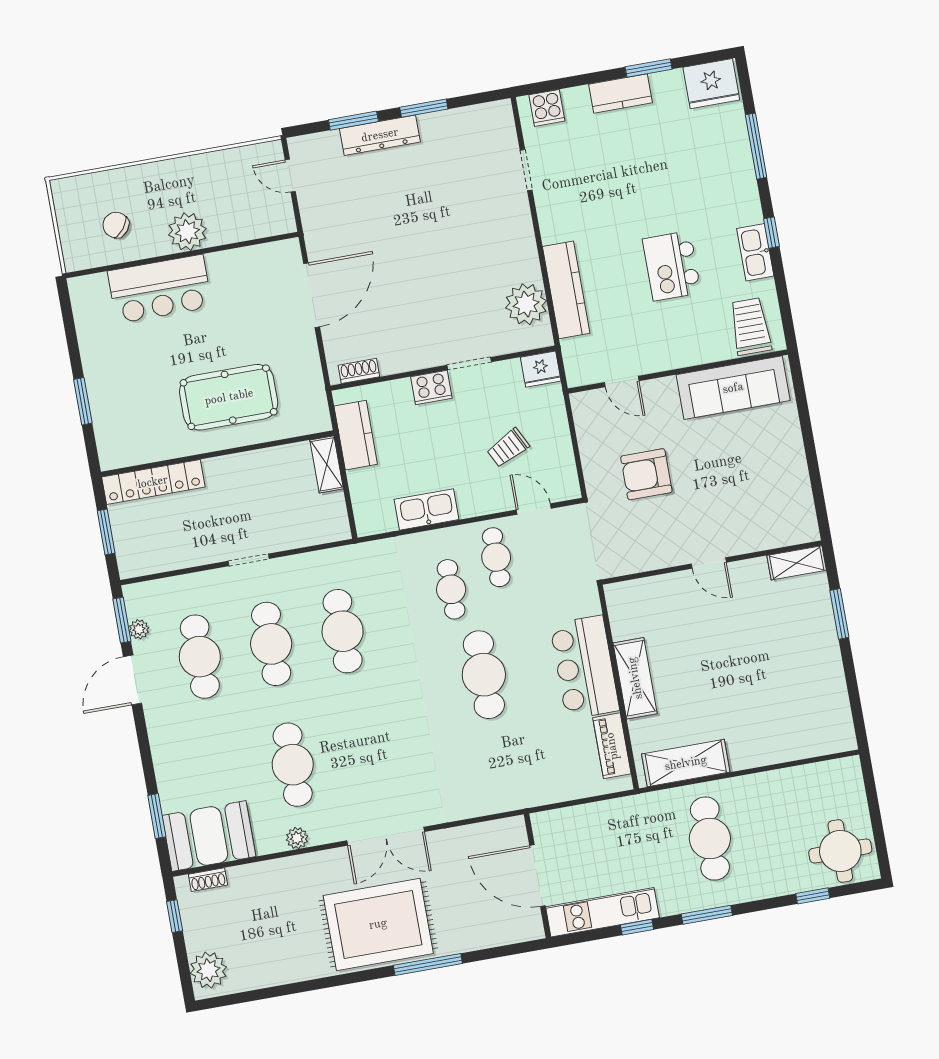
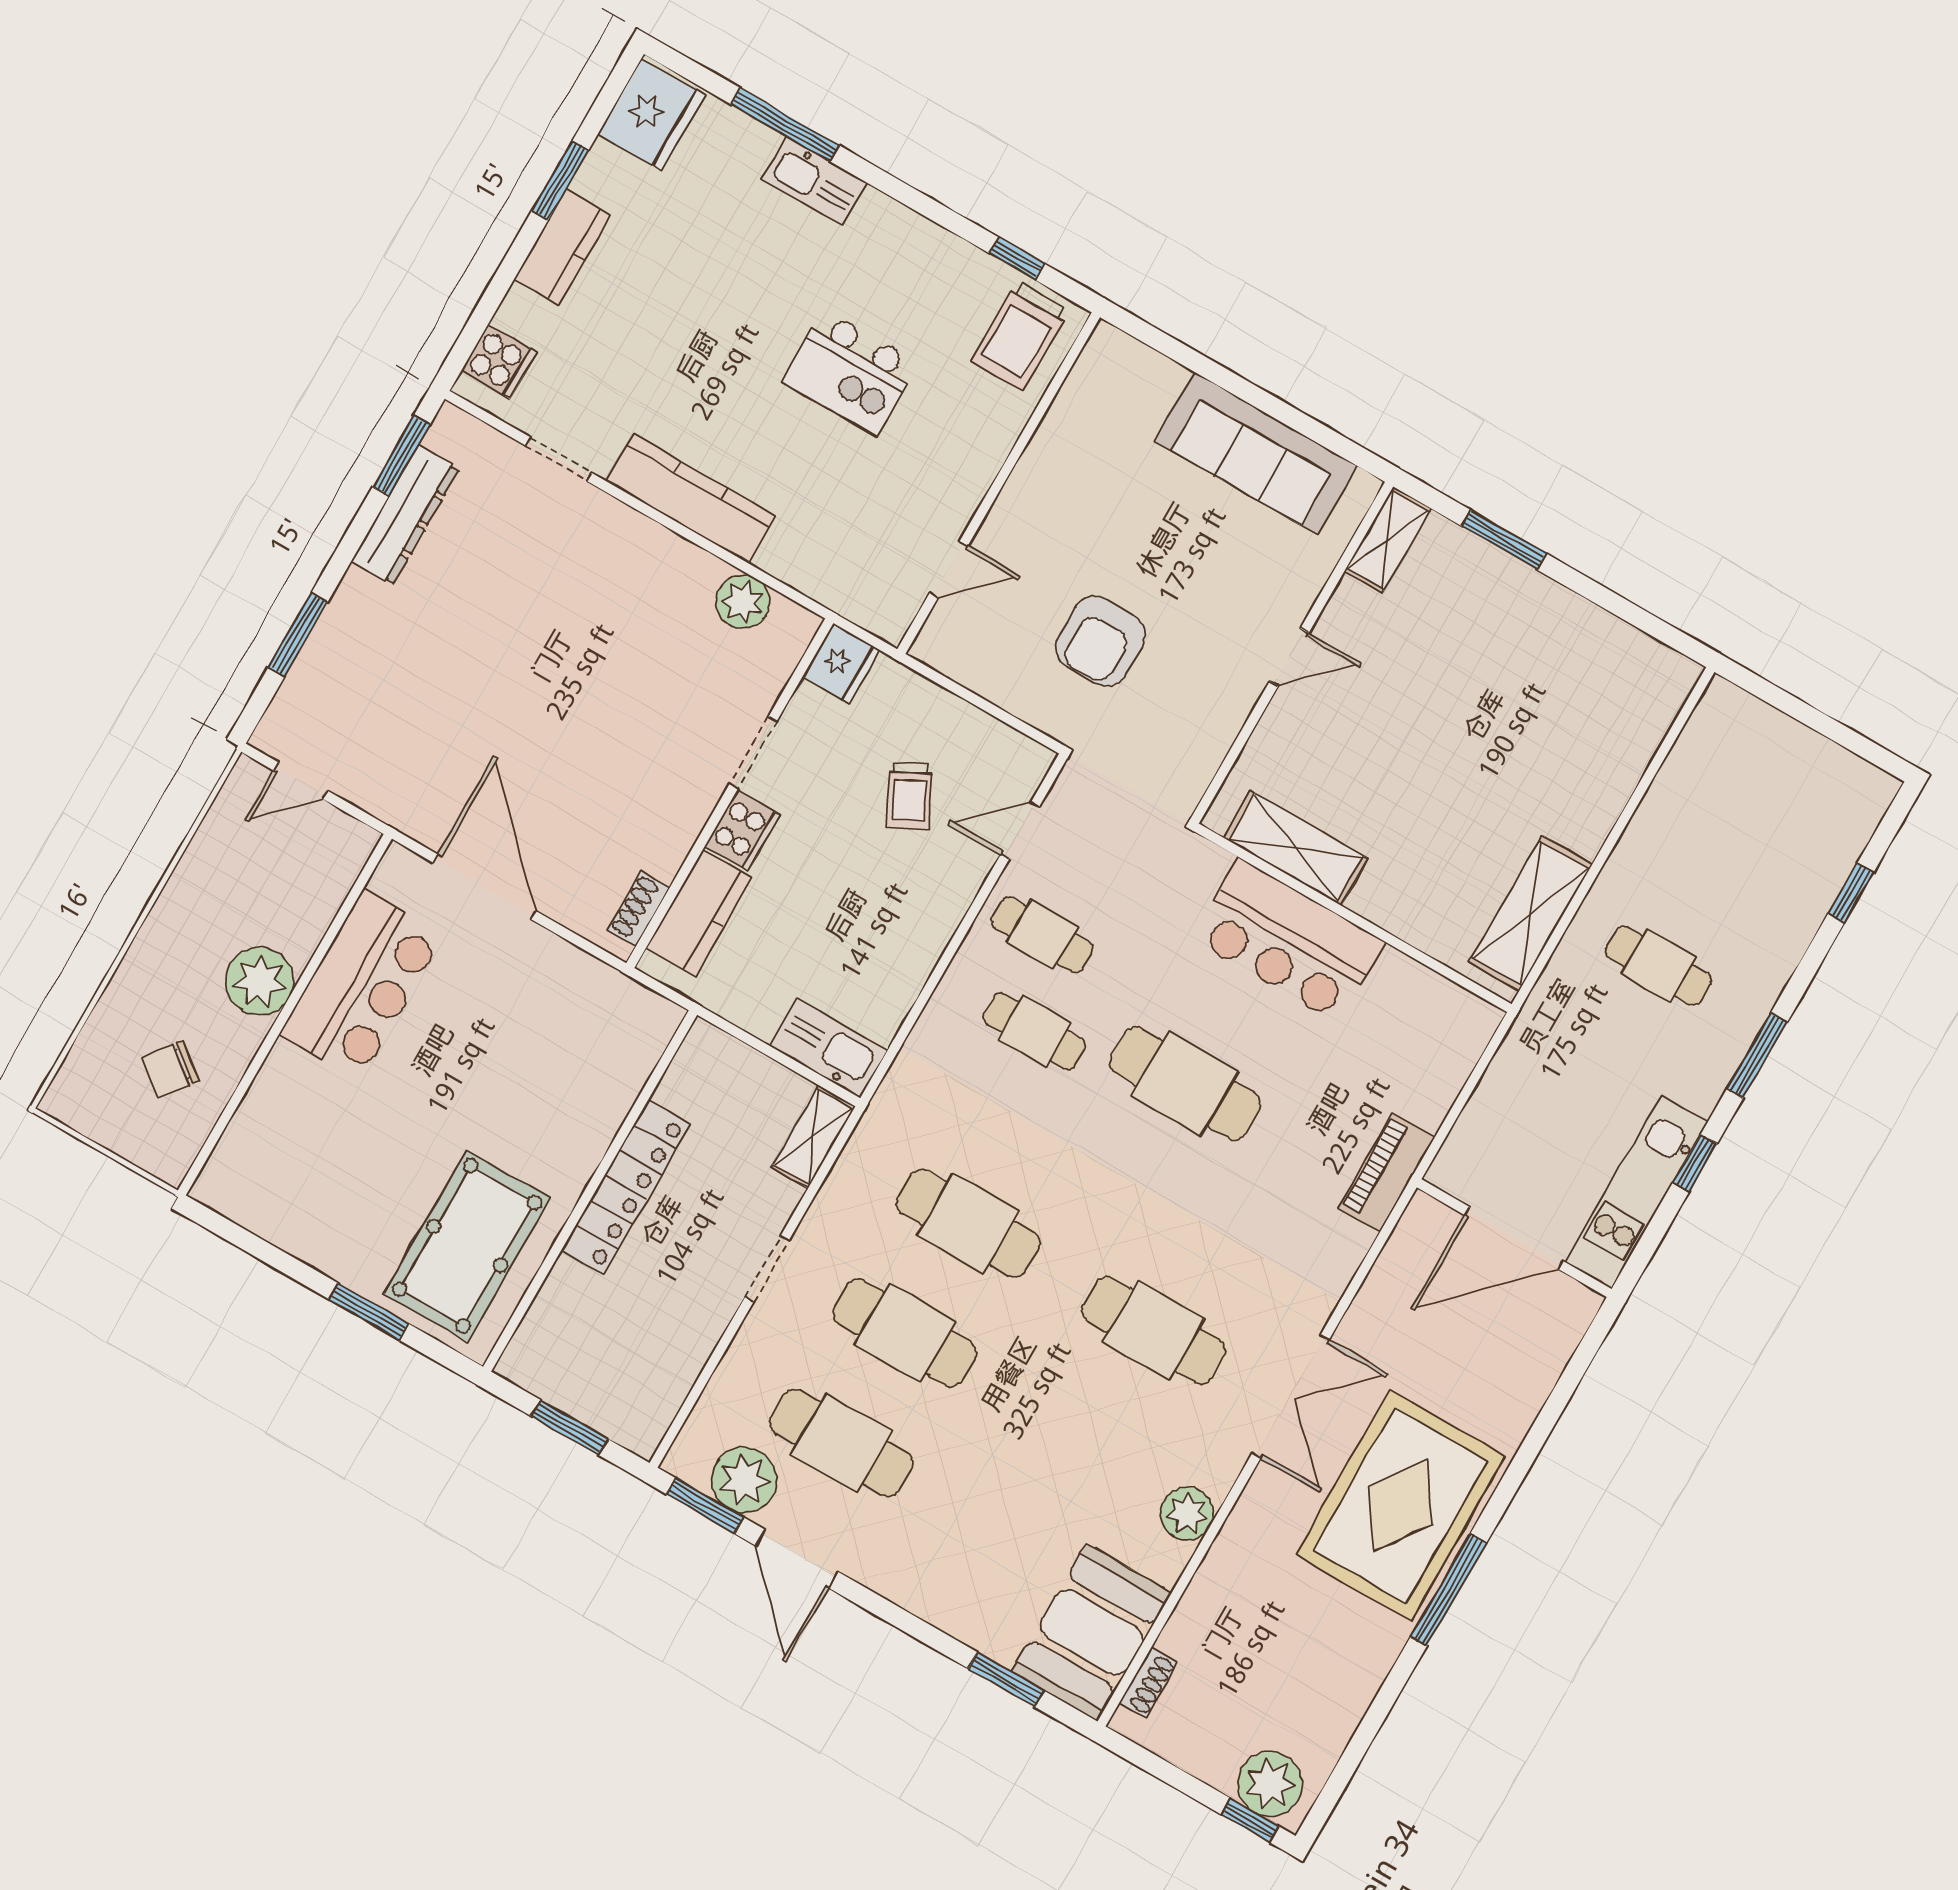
window: (424, 108) -> (401, 456), moved
dresser: (380, 135) -> (405, 515), moved
window: (772, 233) -> (1017, 259), moved
kitchen sink: (755, 252) -> (815, 181), moved
bar counter: (160, 289) -> (362, 985), moved
kitchen counter: (566, 290) -> (691, 499), moved
plant: (526, 304) -> (743, 602), width x0.73, depth x0.73
trolley: (750, 326) -> (1020, 335), turned -90
sofa: (733, 388) -> (1256, 453), moved, turned 90
pool table: (229, 397) -> (467, 1246), moved
kitchen counter: (356, 435) -> (699, 913), moved, turned 90
shelving: (327, 464) -> (813, 1137), moved, turned 90
locker: (153, 482) -> (626, 1187), moved
kitchen sink: (427, 509) -> (828, 1048), moved, turned 90
plant: (139, 629) -> (744, 1480), width x1.88, depth x1.88
shelving: (635, 678) -> (1296, 848), moved
piano: (612, 746) -> (1387, 1172), moved, turned 90
cafe table: (293, 765) -> (1154, 1330), moved
plant: (297, 838) -> (1187, 1514), width x1.38, depth x1.38
cafe table: (710, 839) -> (1659, 966), width x0.73, depth x0.74
round table: (840, 851) -> (1822, 806), removed
window: (175, 916) -> (1250, 1820), moved
window: (428, 964) -> (1448, 1590), moved

